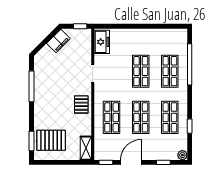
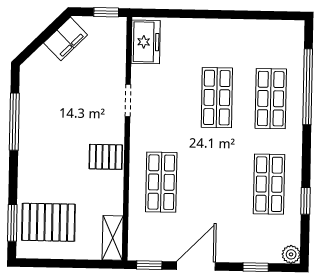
pallet: (81, 104) -> (106, 157), turned 90
shop shelf: (141, 117) -> (215, 183), removed

